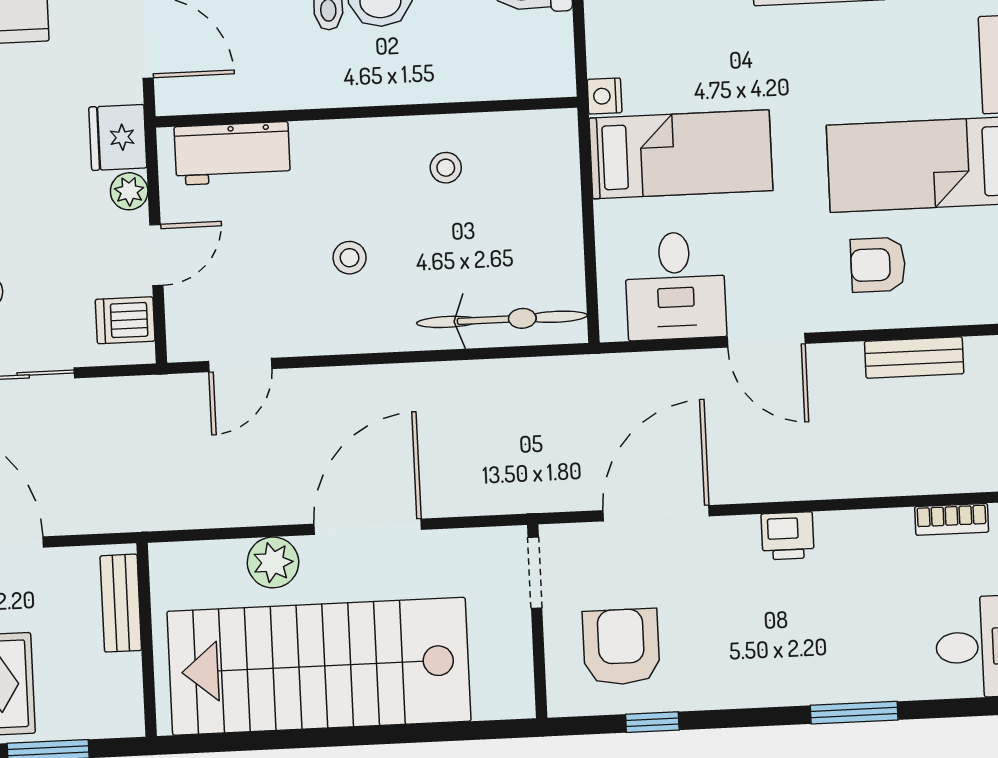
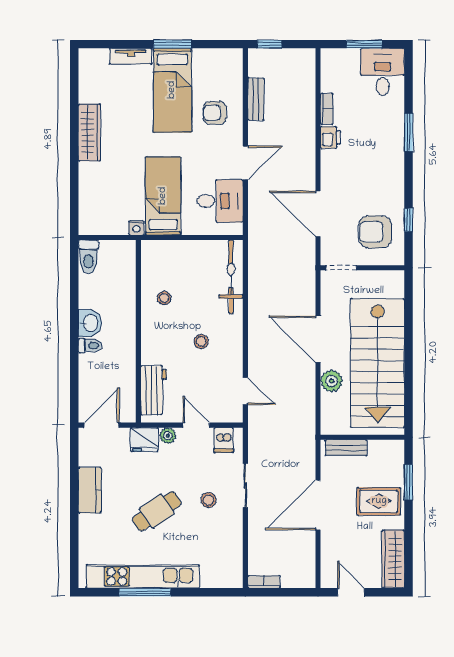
armchair: (878, 265) -> (215, 113), turned 90
bookcase: (952, 519) -> (327, 109), moved
printer: (788, 536) -> (331, 137), moved

